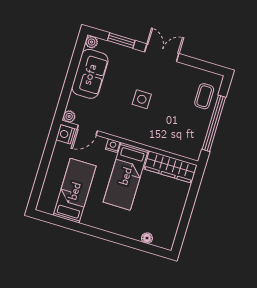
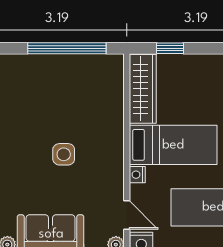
coffee table: (204, 96) -> (35, 72), removed
window: (193, 194) -> (170, 48), added

